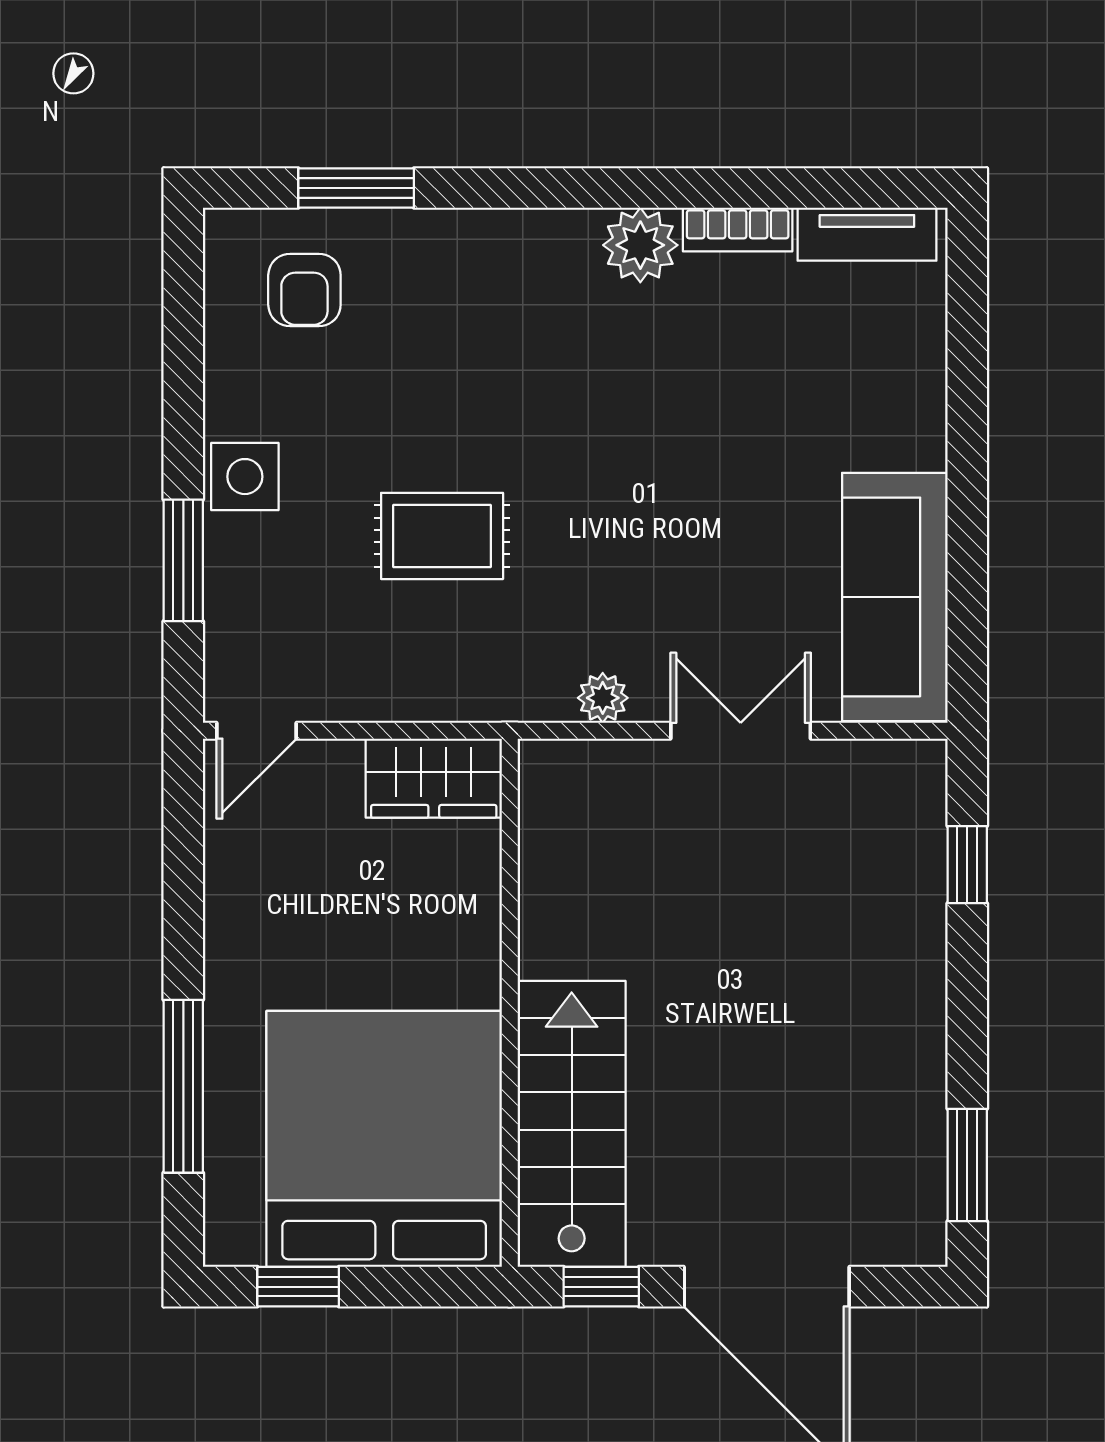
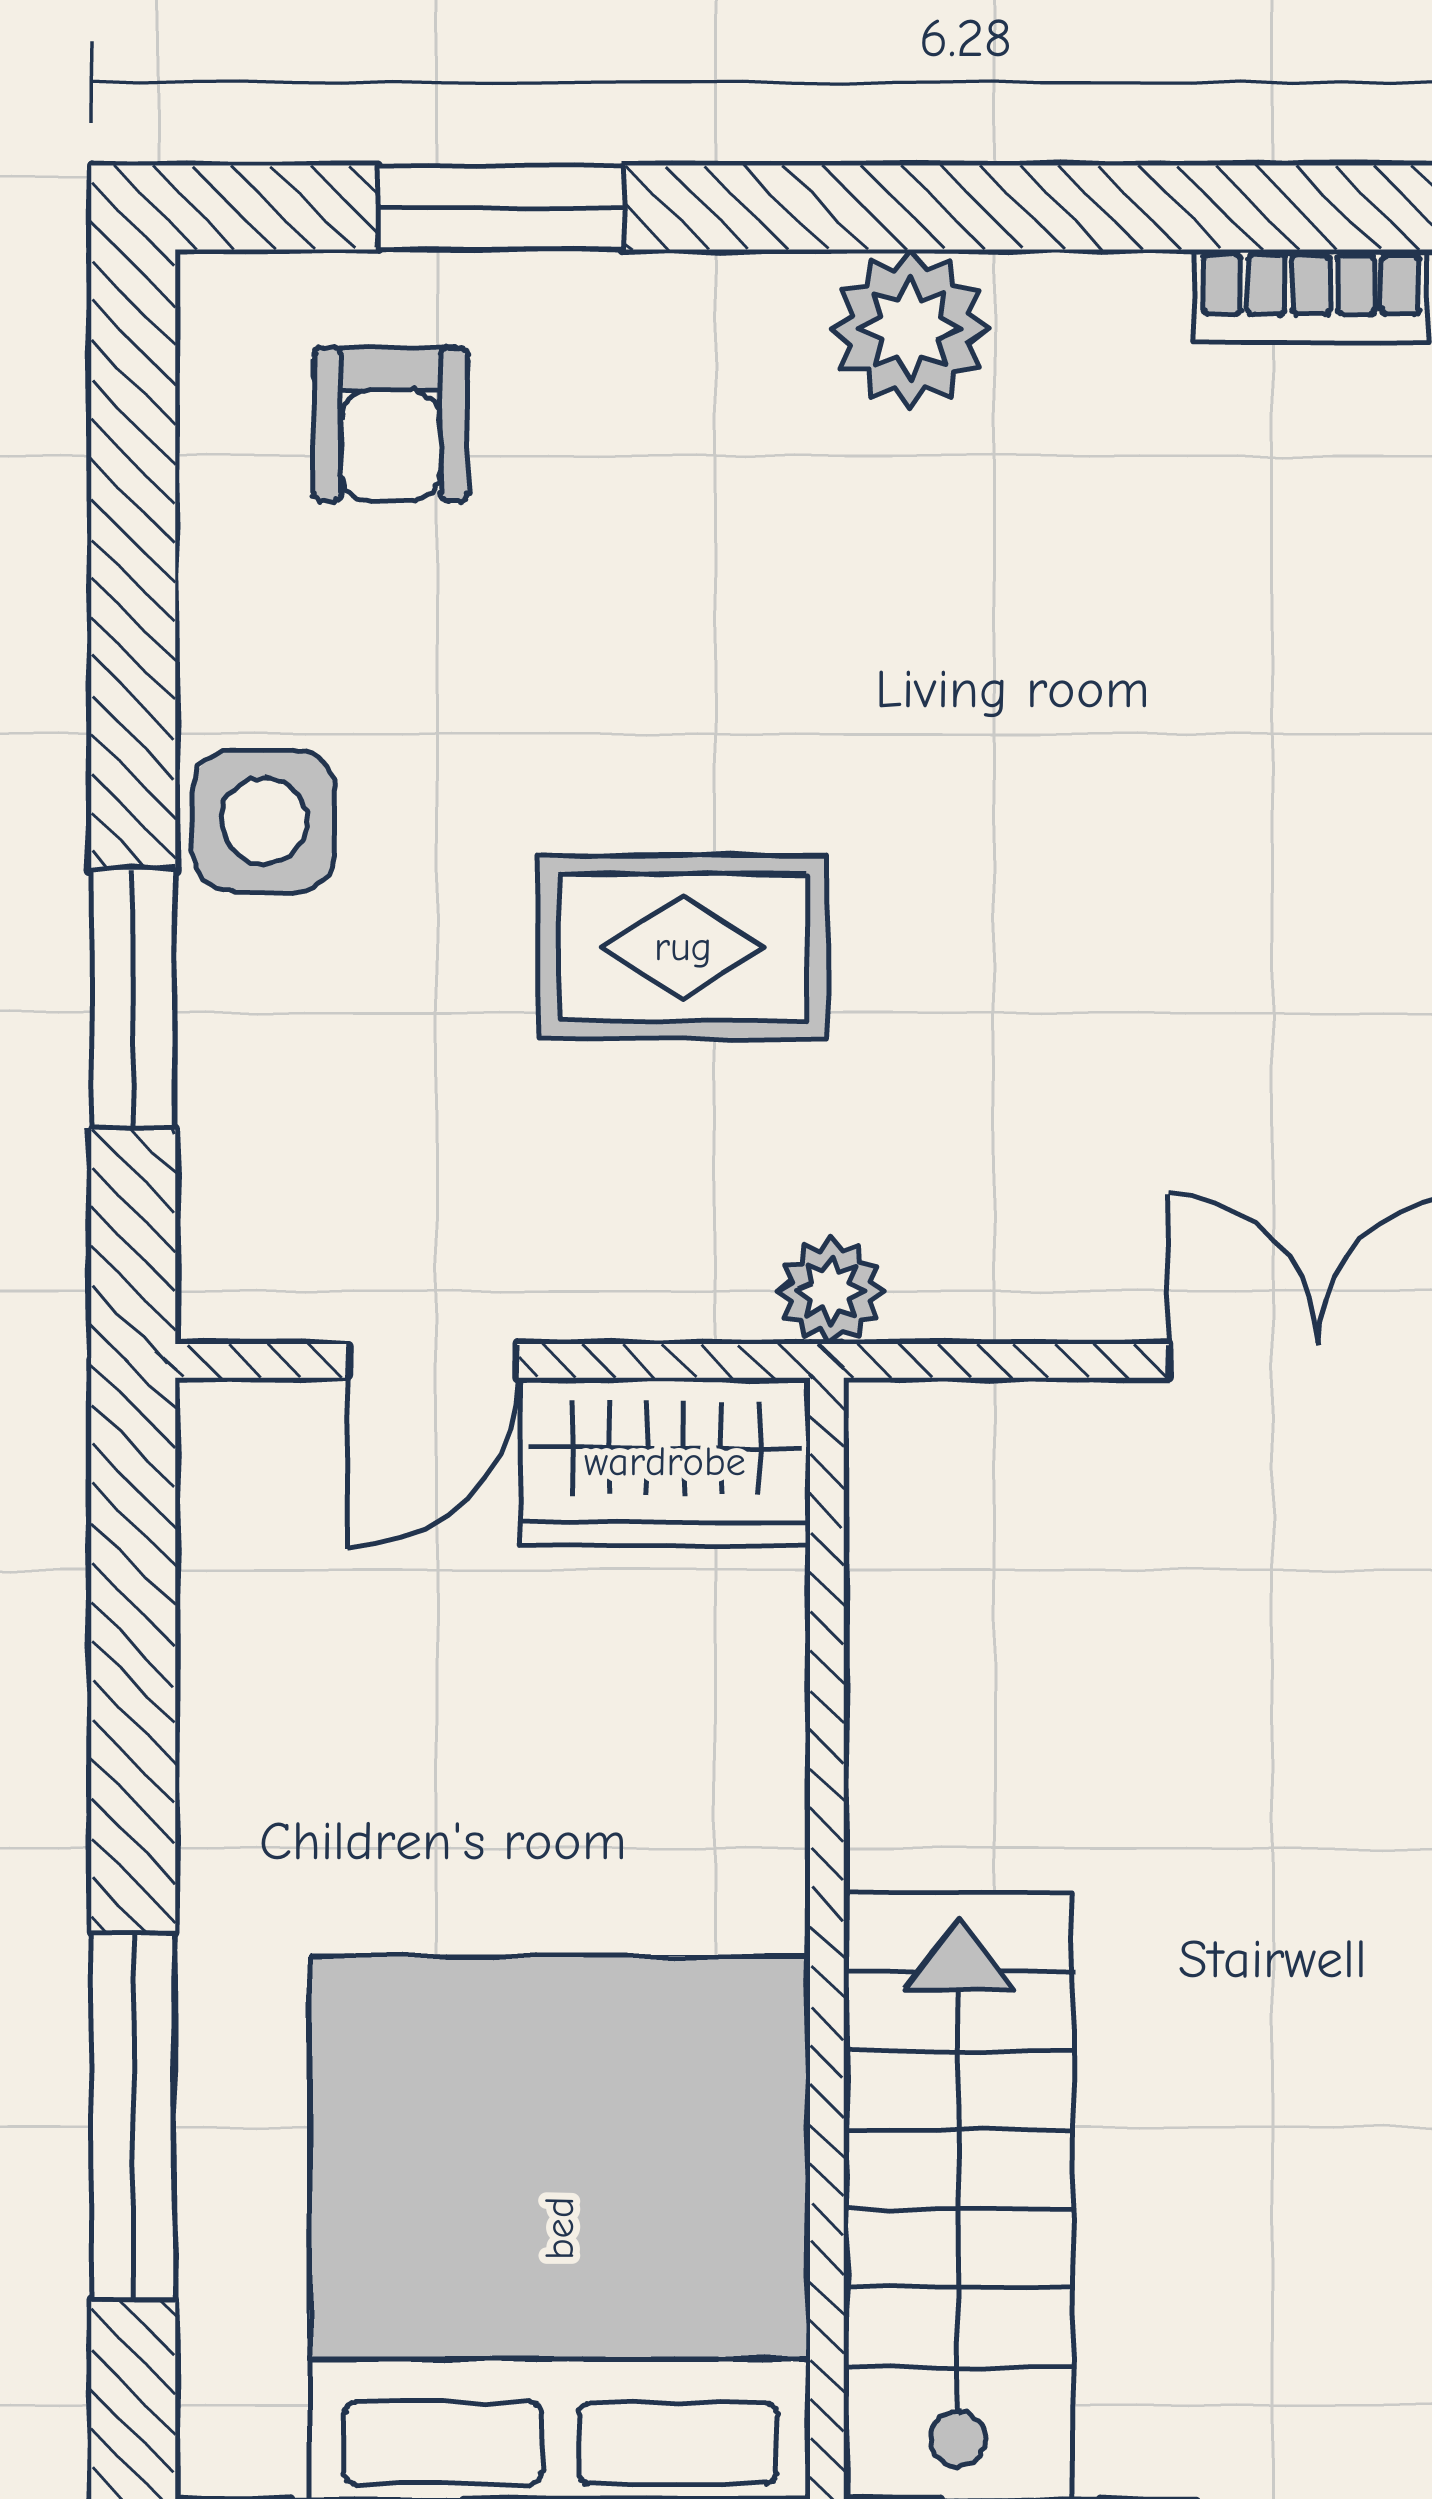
plant: (640, 245) -> (910, 329), moved
plant: (603, 698) -> (831, 1291), moved
door: (257, 731) -> (432, 1361), moved

